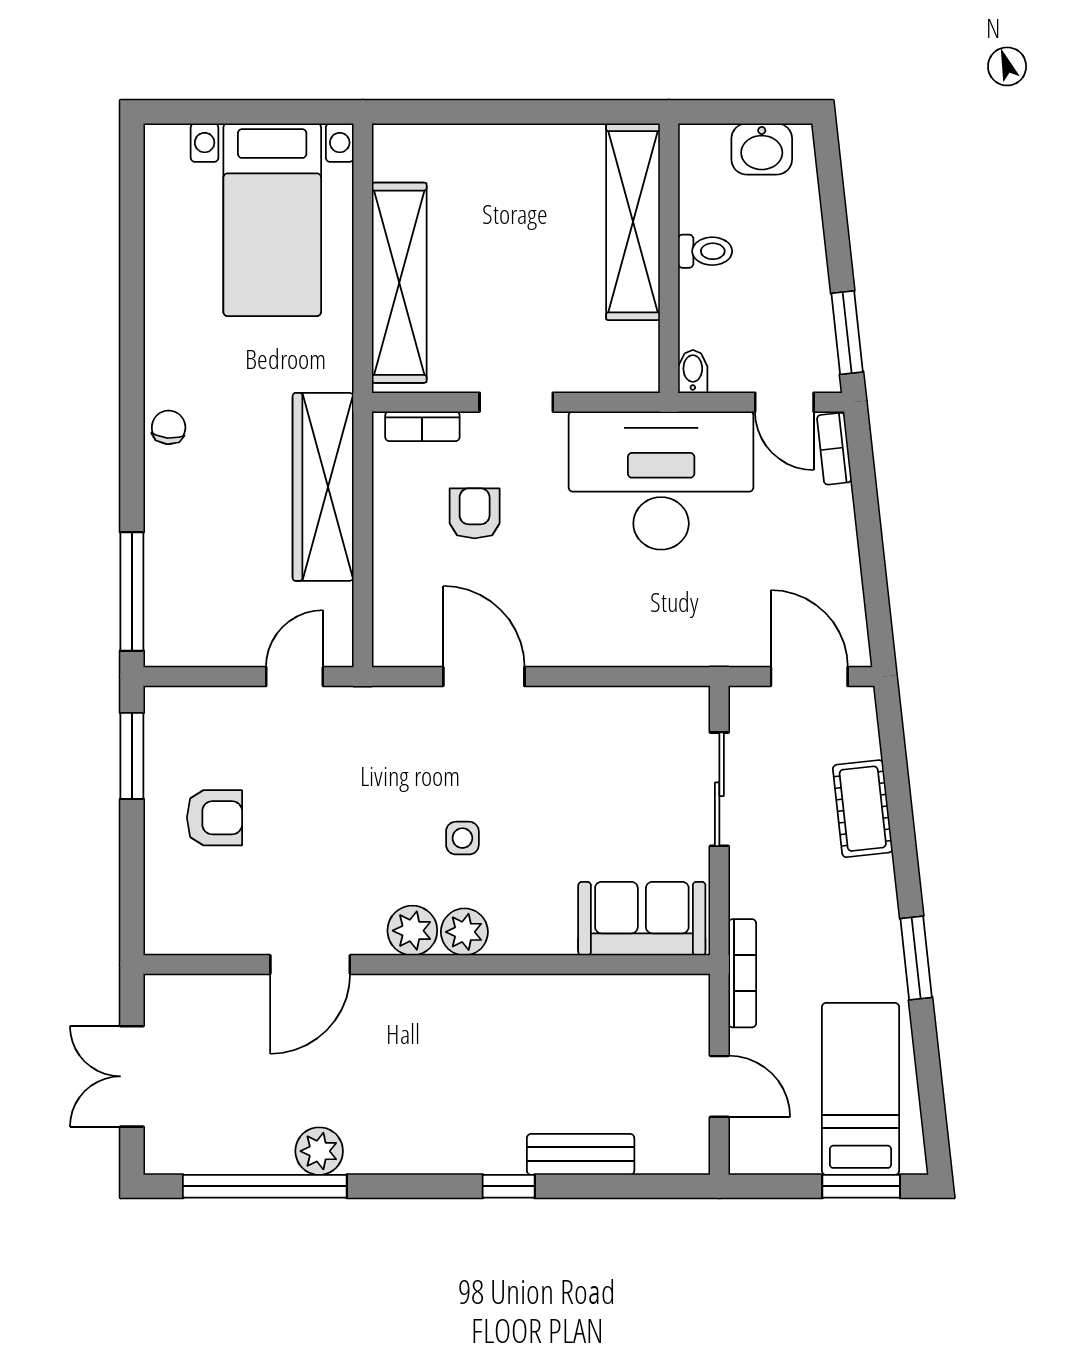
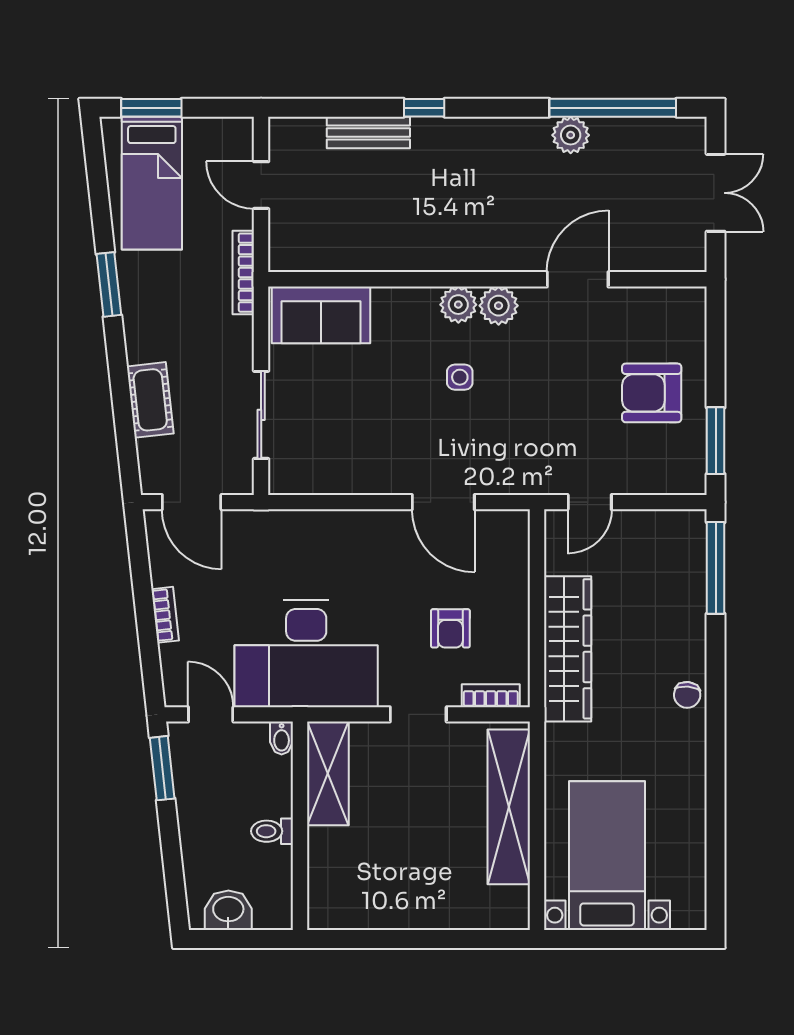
shelving: (633, 222) -> (328, 773), moved, width x0.68
bookcase: (834, 449) -> (165, 615), moved
armchair: (214, 818) -> (652, 393), width x1.38, depth x1.38

